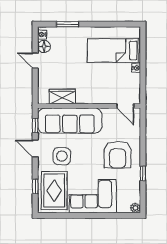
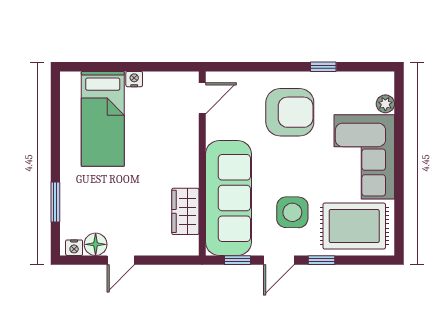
window: (35, 186) -> (322, 260), moved
plant: (135, 208) -> (385, 104), moved

